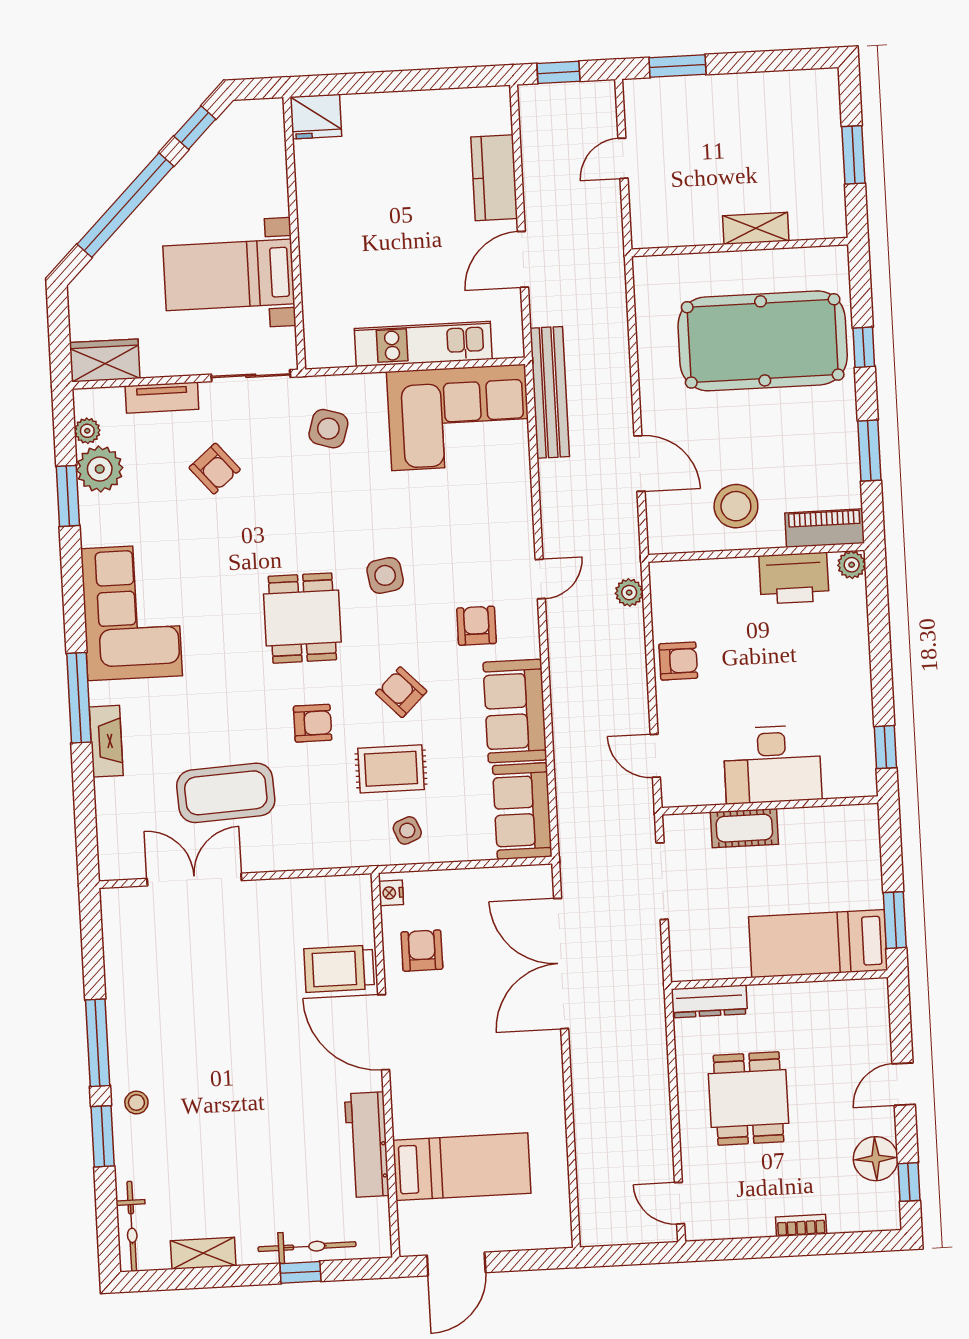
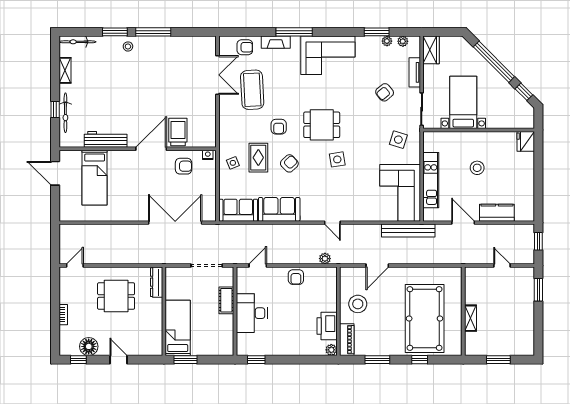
stool: (387, 232) -> (477, 168), added
plant: (100, 469) -> (387, 41), width x0.53, depth x0.53
armchair: (476, 626) -> (245, 47), moved

